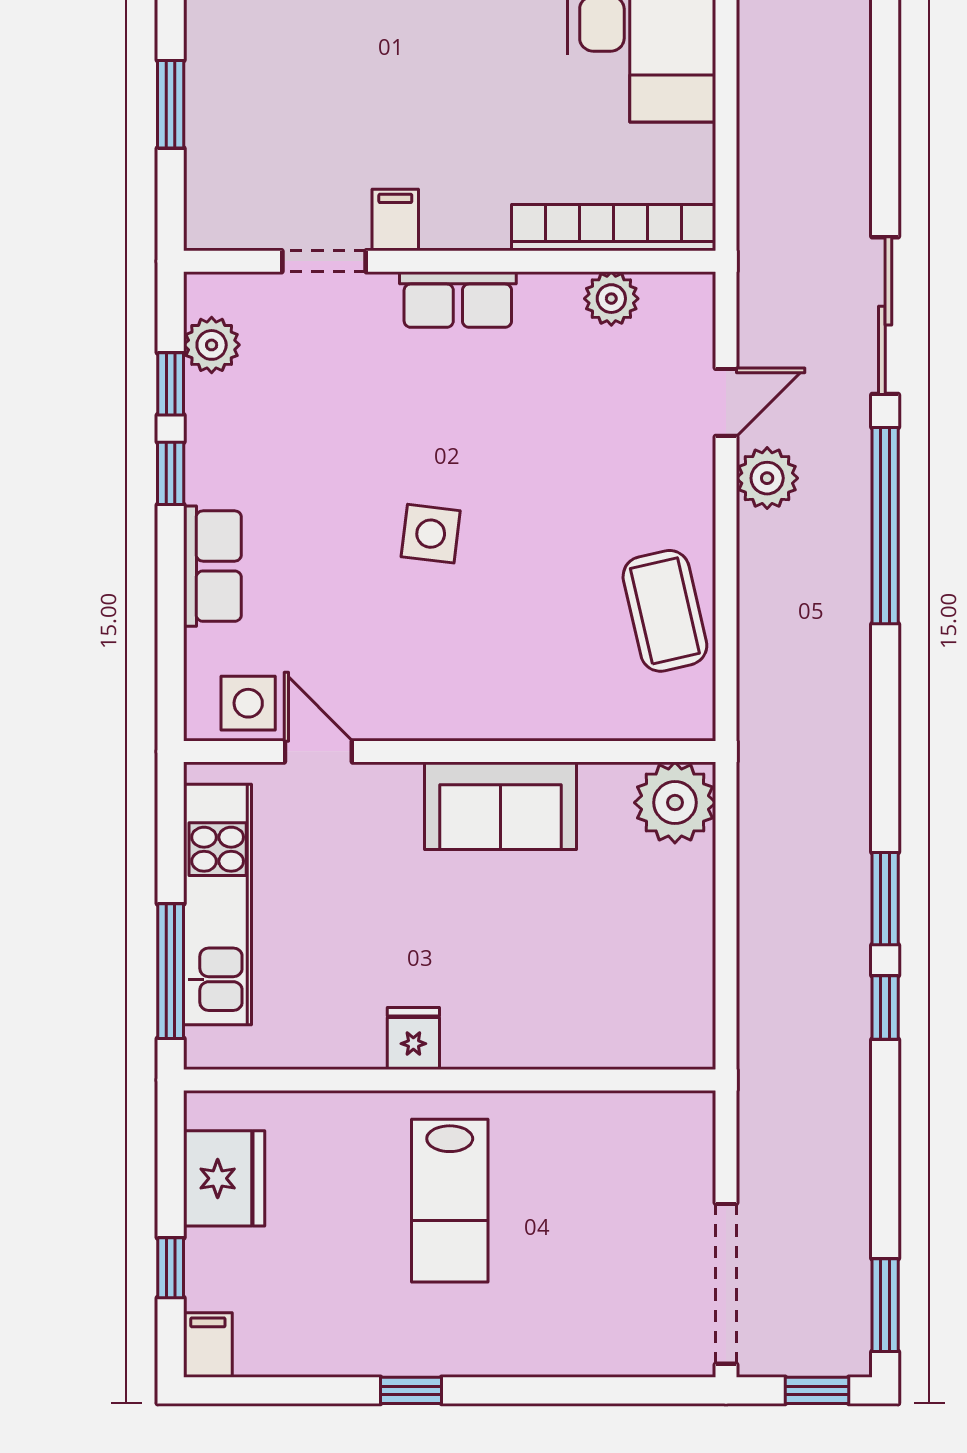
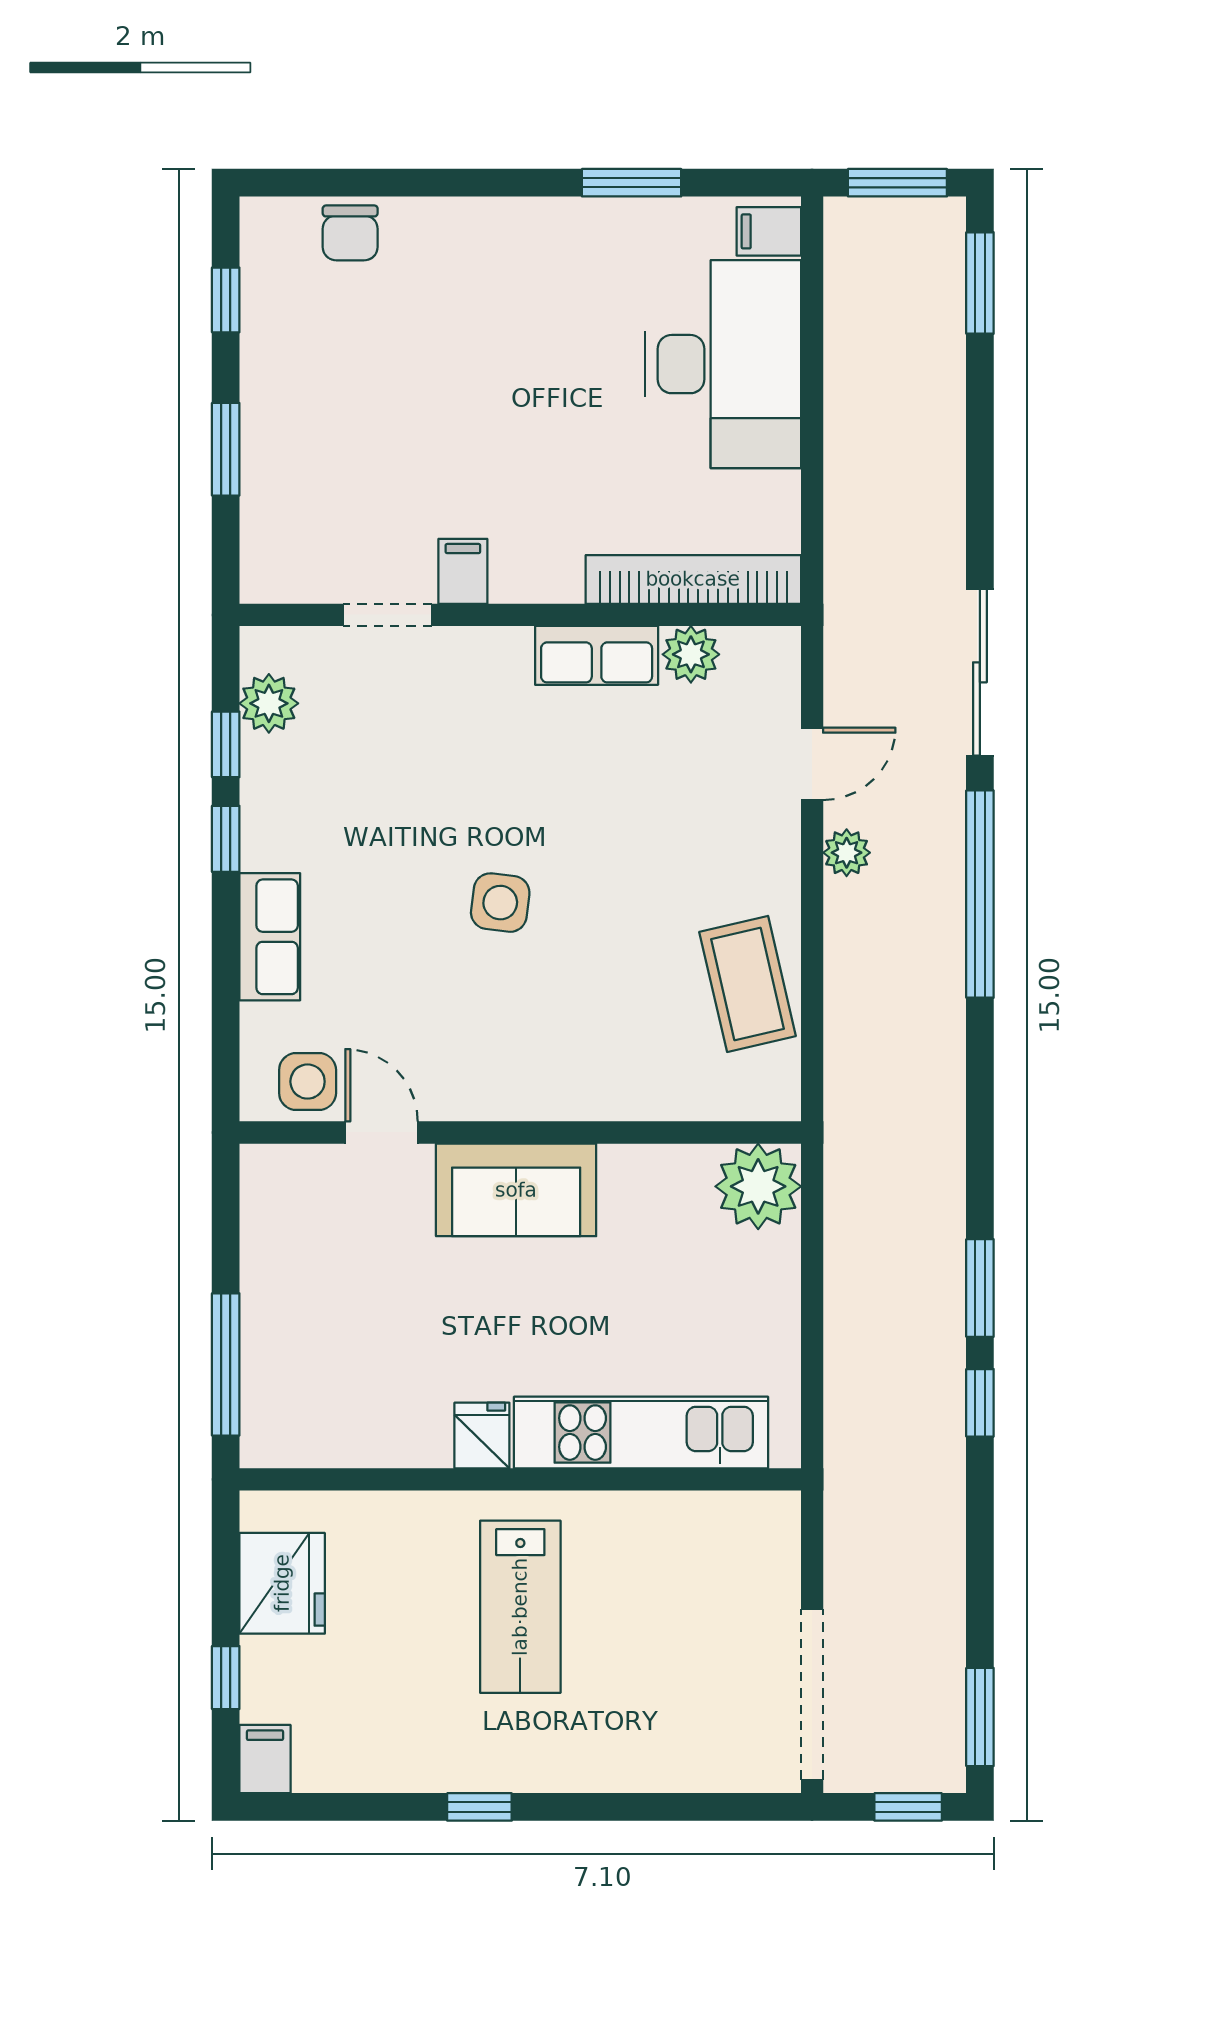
row of seats: (458, 300) -> (597, 655), moved
plant: (767, 478) -> (847, 853), width x0.73, depth x0.73
sofa: (500, 806) -> (516, 1190), moved
kitchen unit: (218, 905) -> (641, 1433), moved, turned -90

